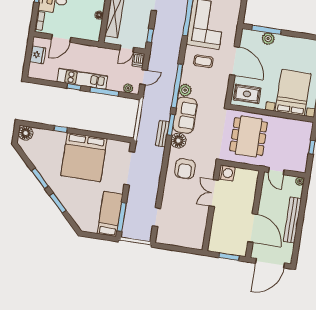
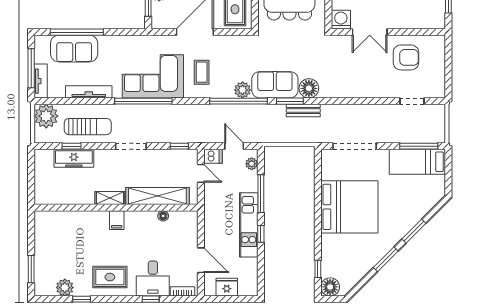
window: (61, 129) -> (318, 269), moved
armchair: (185, 169) -> (406, 57), moved

